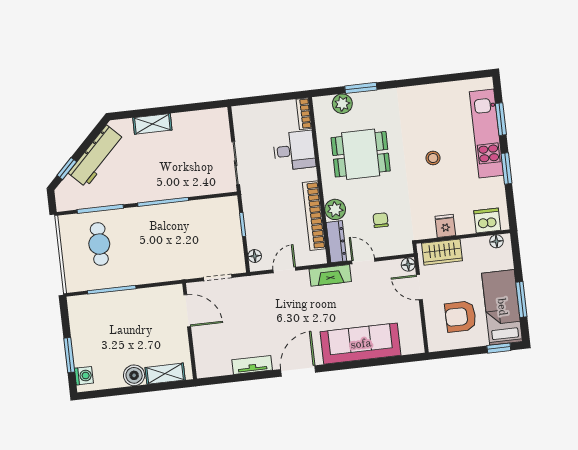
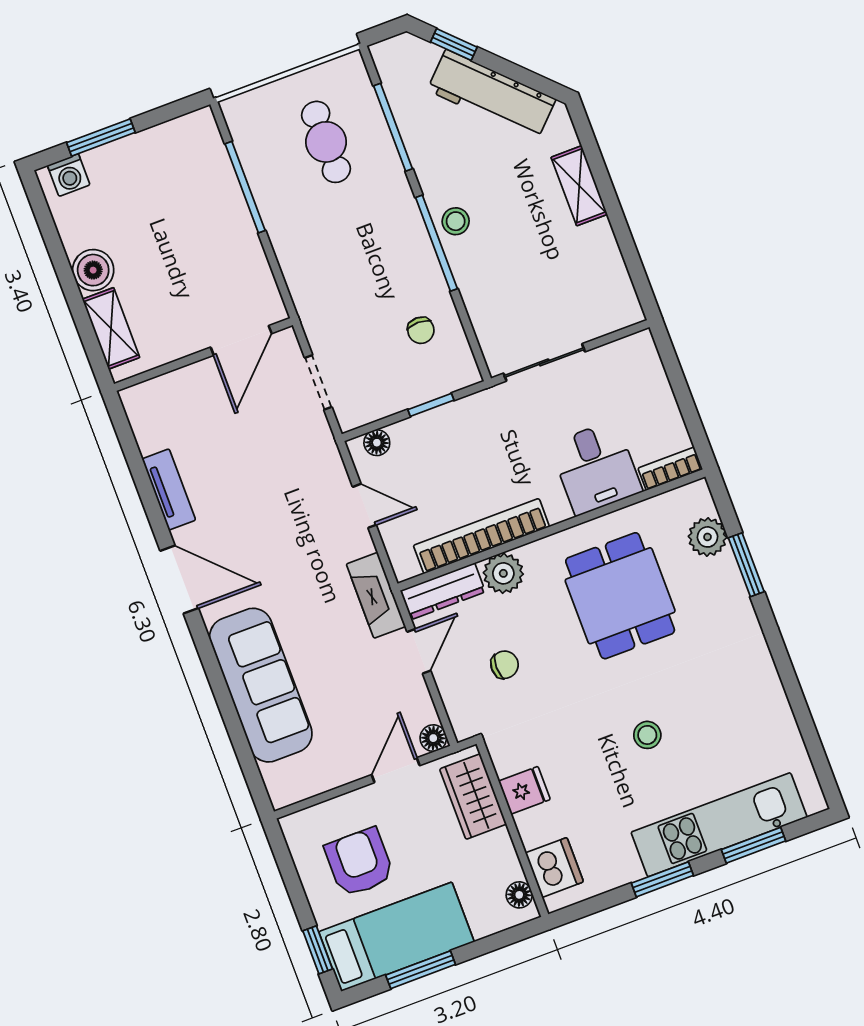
stool: (155, 190) -> (456, 221), added
chair: (204, 220) -> (421, 330), added
cafe table: (99, 244) -> (326, 142), turned 90

